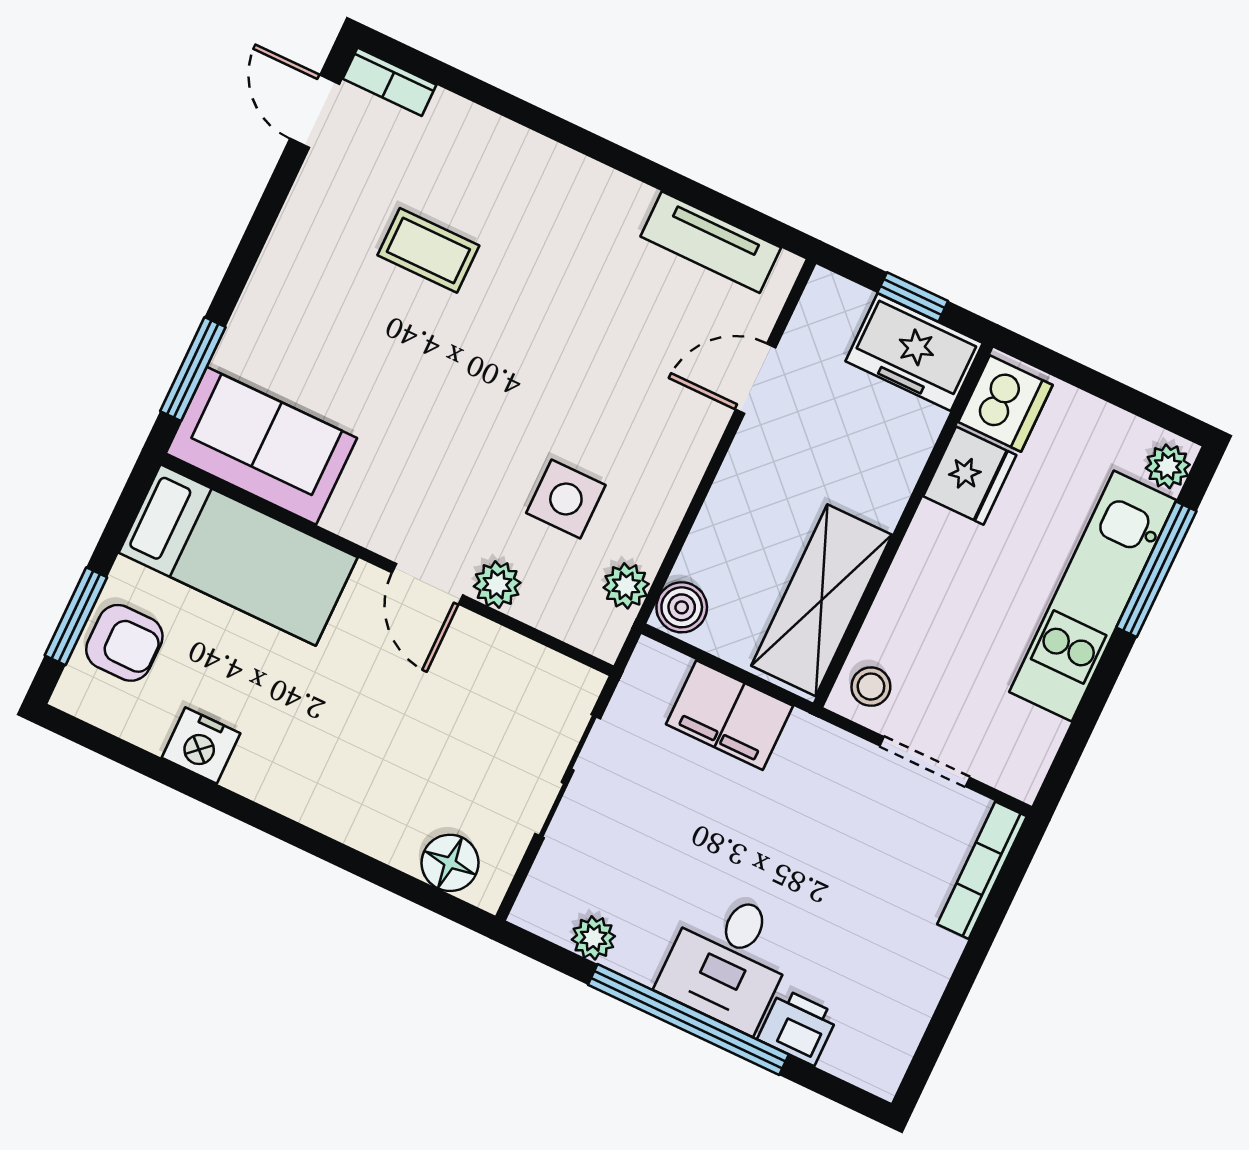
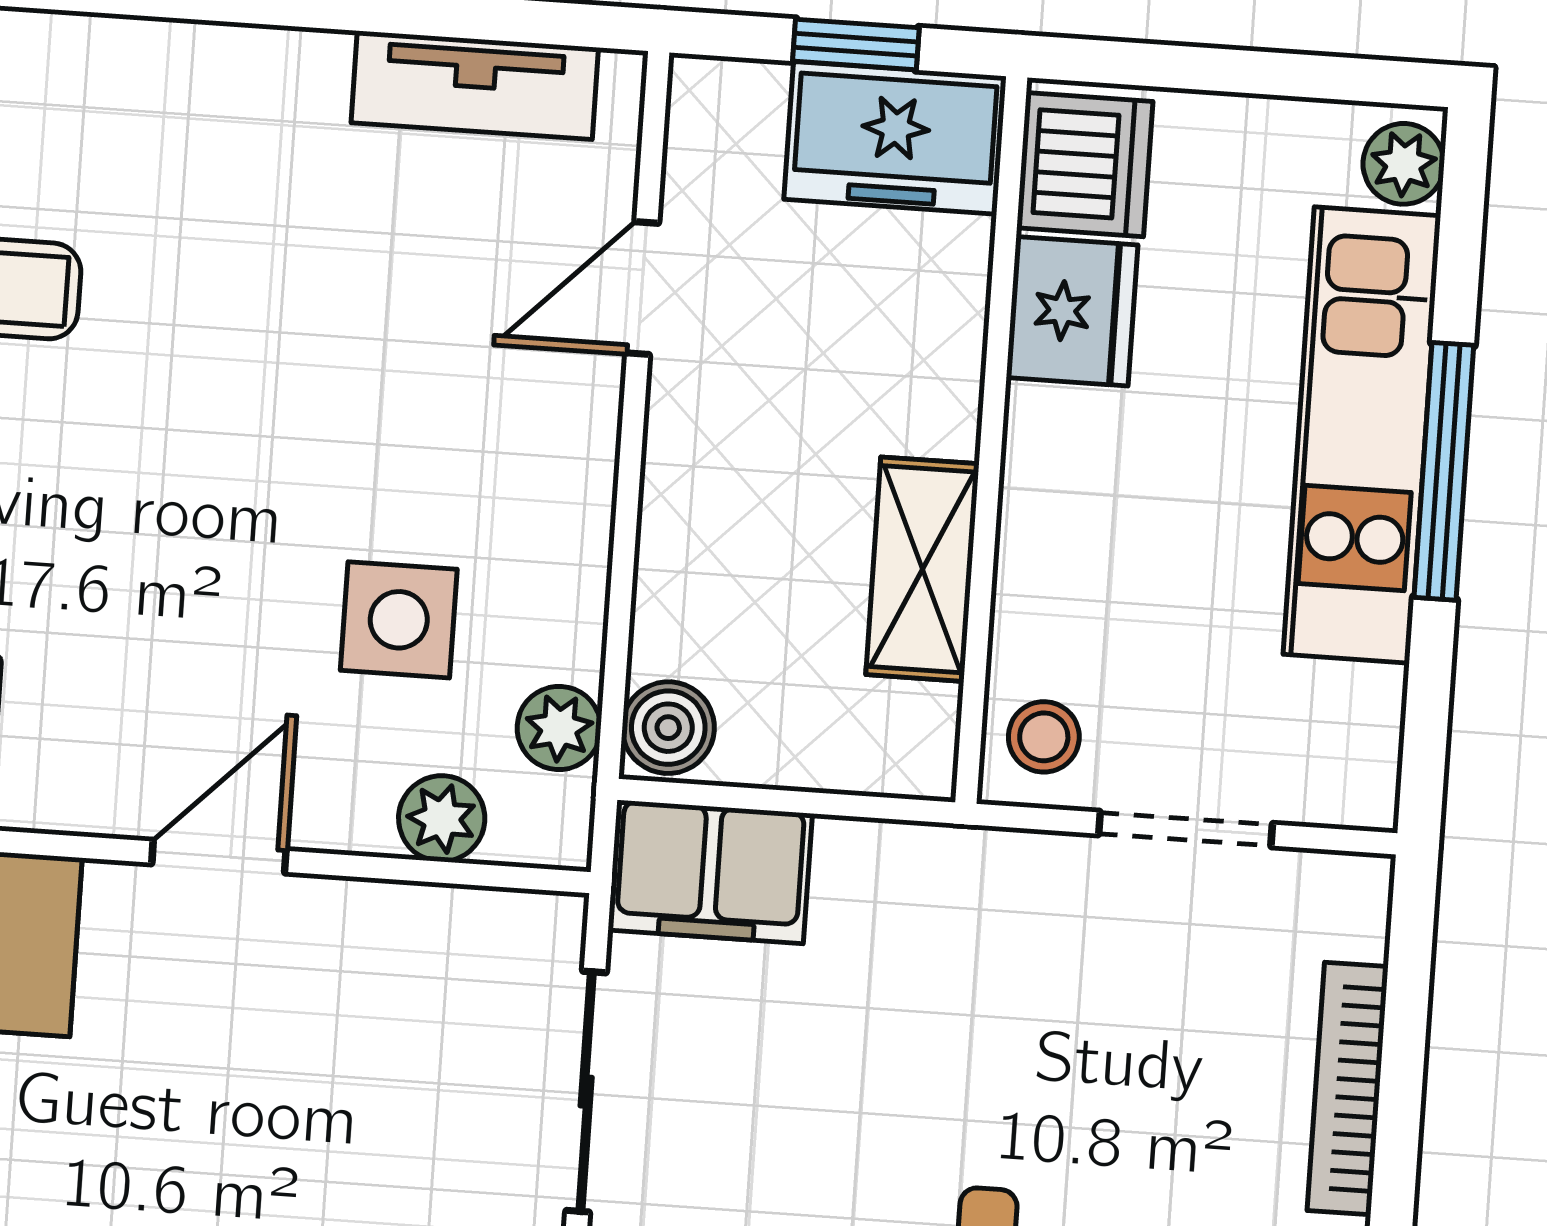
window: (1156, 569) -> (1444, 471), moved
door: (427, 584) -> (219, 857), swing flipped
plant: (497, 584) -> (442, 819), moved
shelving: (822, 600) -> (922, 569), width x0.67, depth x0.75
filing cabinet: (729, 715) -> (710, 872), moved
bookcase: (982, 870) -> (1348, 1088), moved

